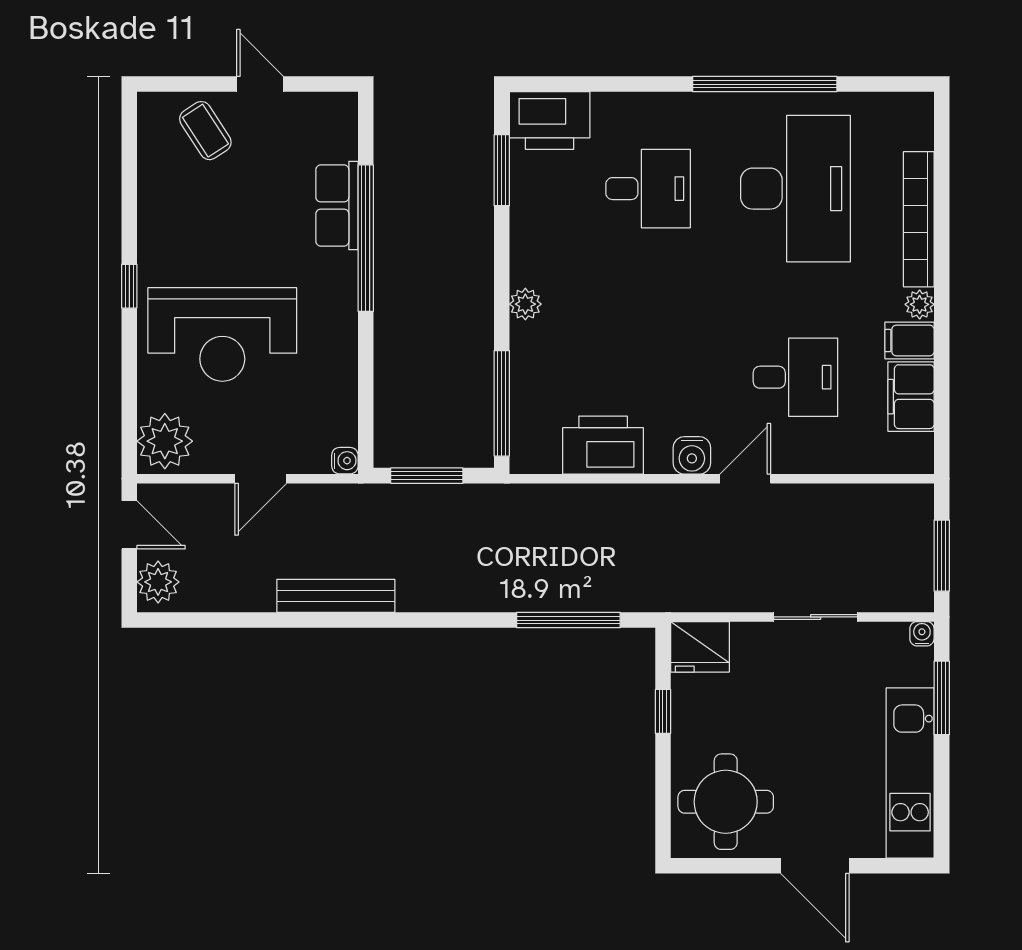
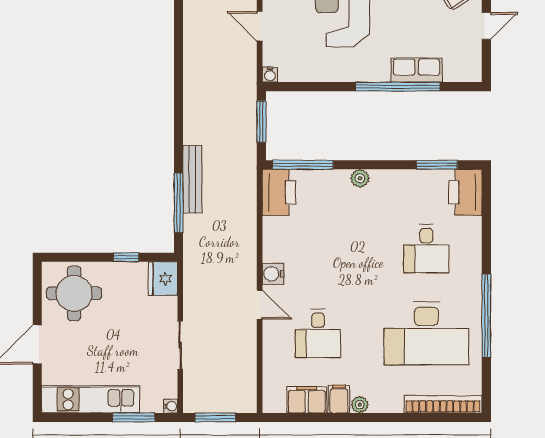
bookcase: (919, 219) -> (443, 404), moved
printer: (603, 445) -> (279, 192), moved
bench: (336, 596) -> (192, 179), moved

